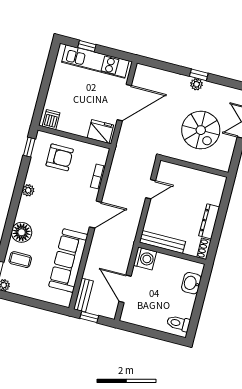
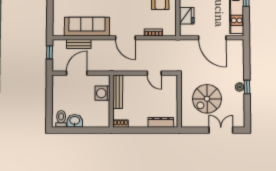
fridge: (100, 131) -> (187, 16), moved
dresser: (209, 221) -> (161, 122), moved
washing machine: (145, 258) -> (102, 93), moved, turned 90
washbasin: (191, 283) -> (75, 121), moved
bench: (83, 295) -> (79, 44), moved

